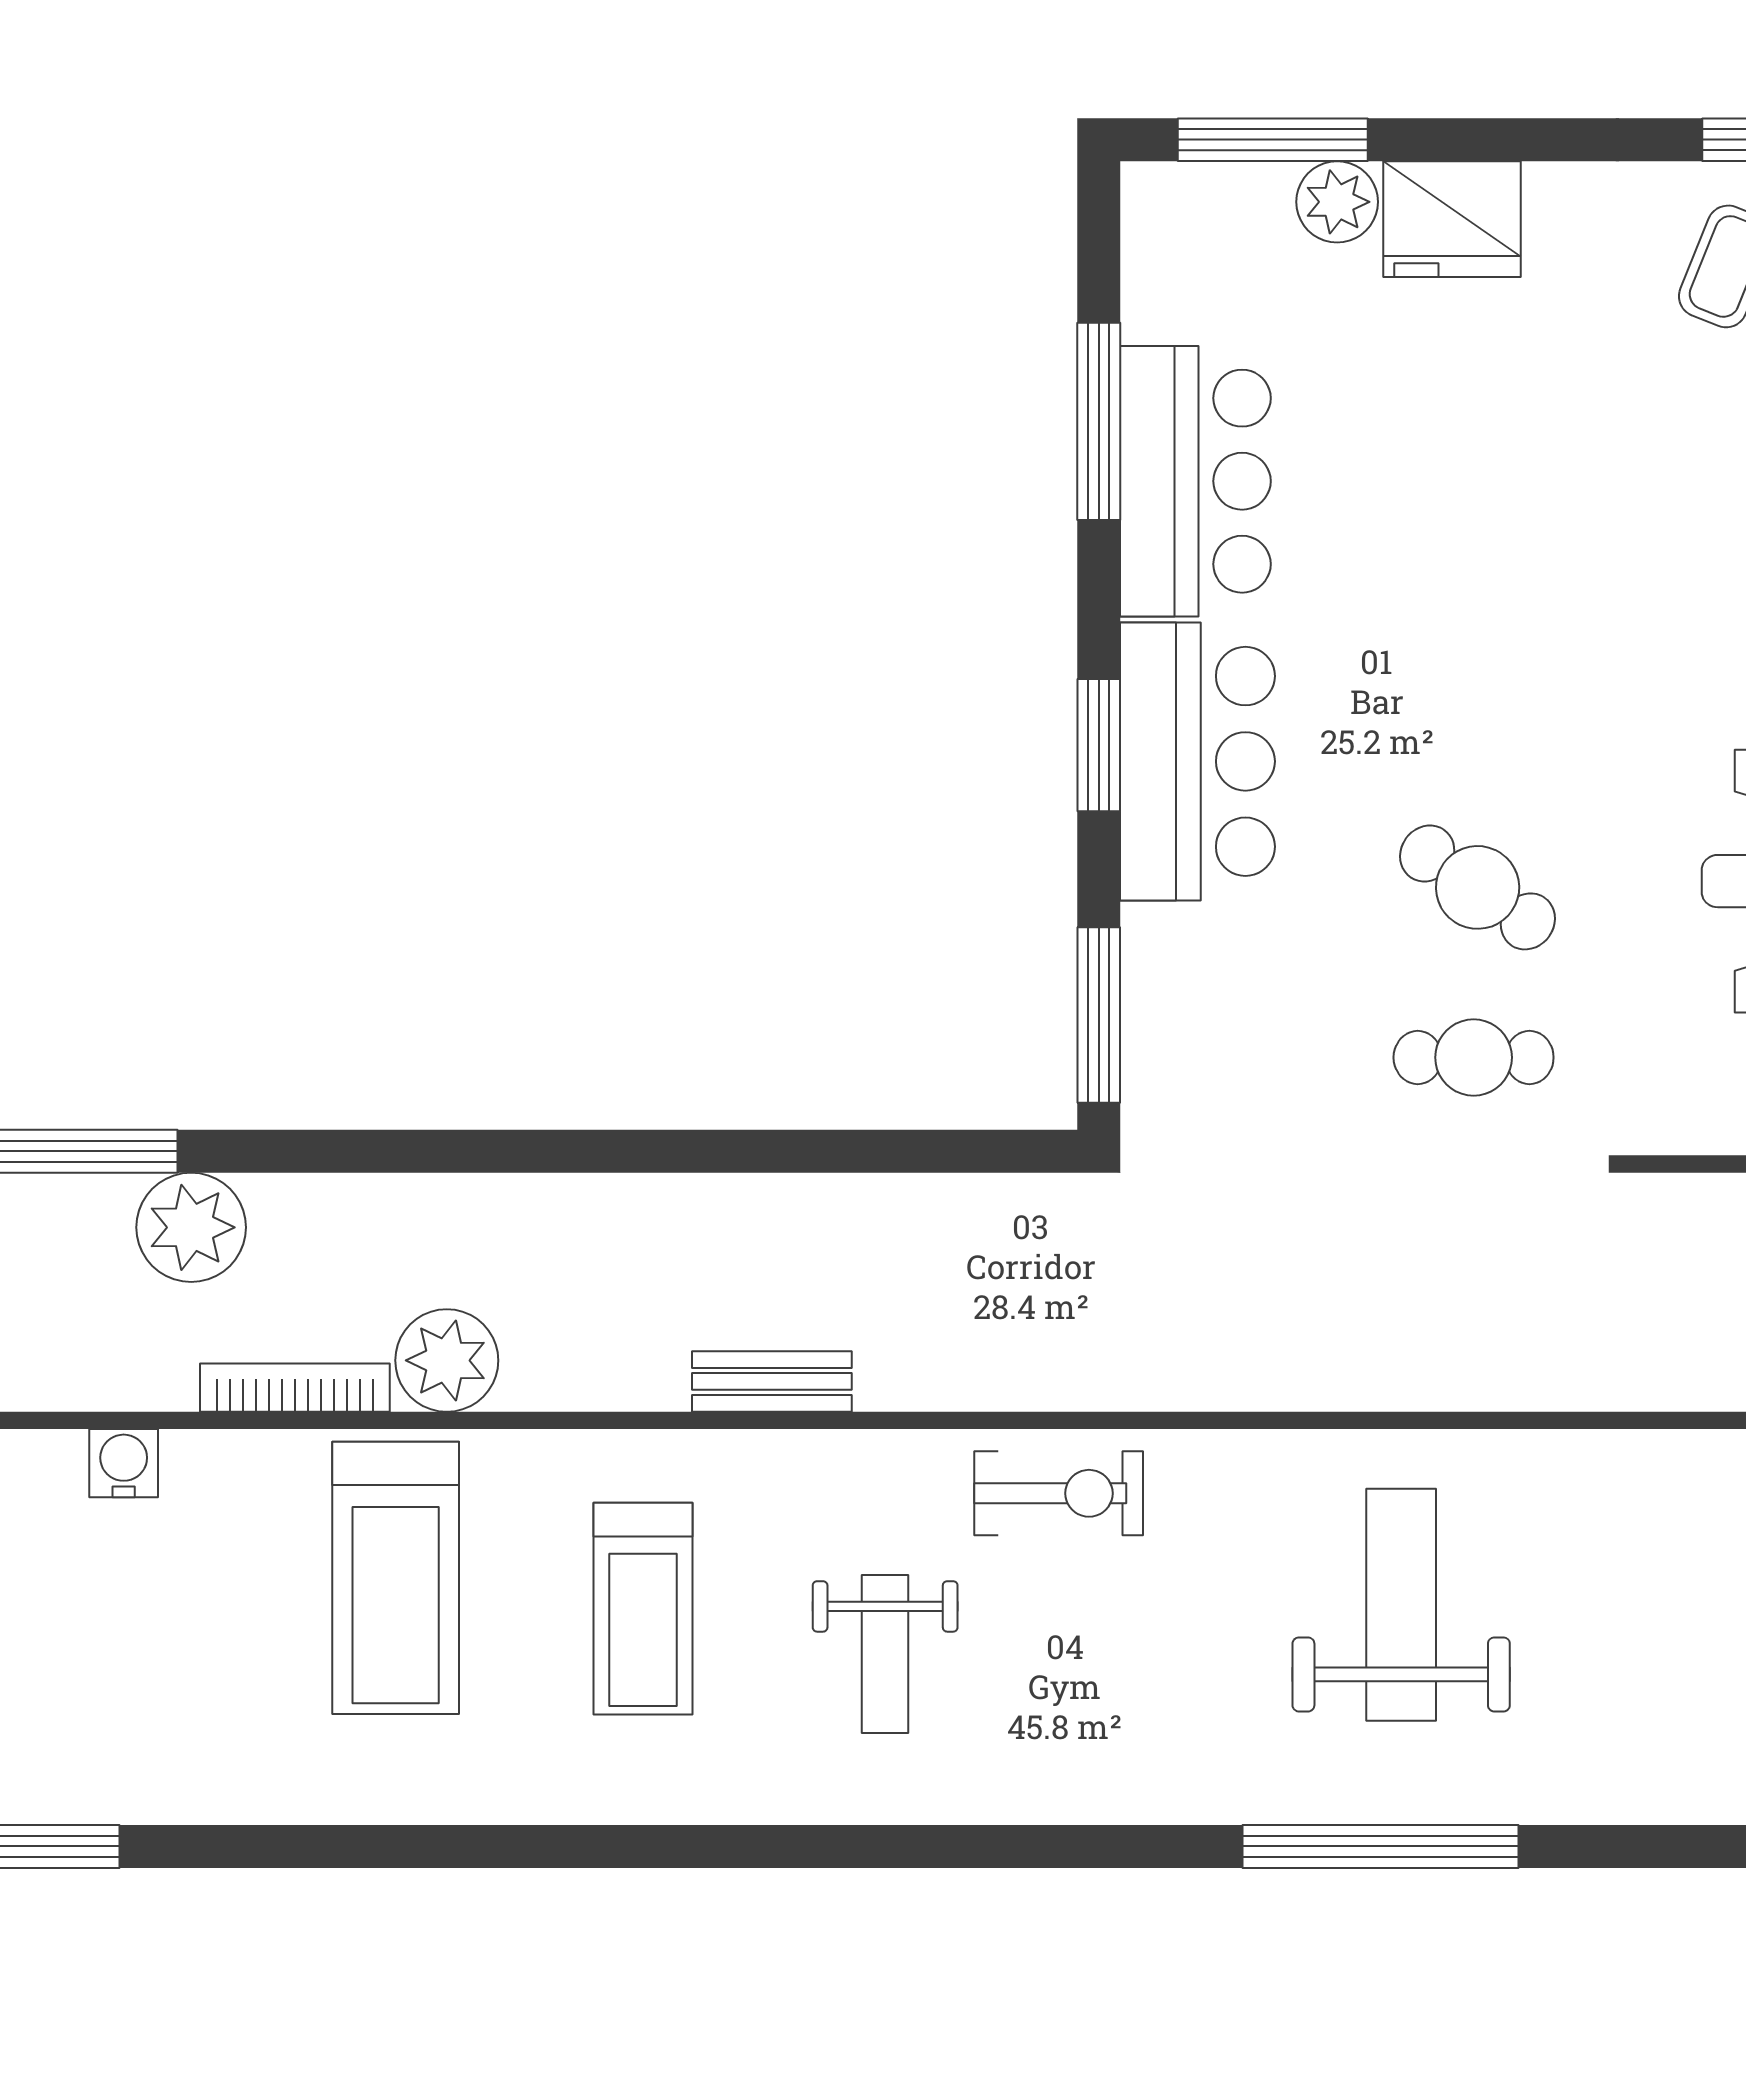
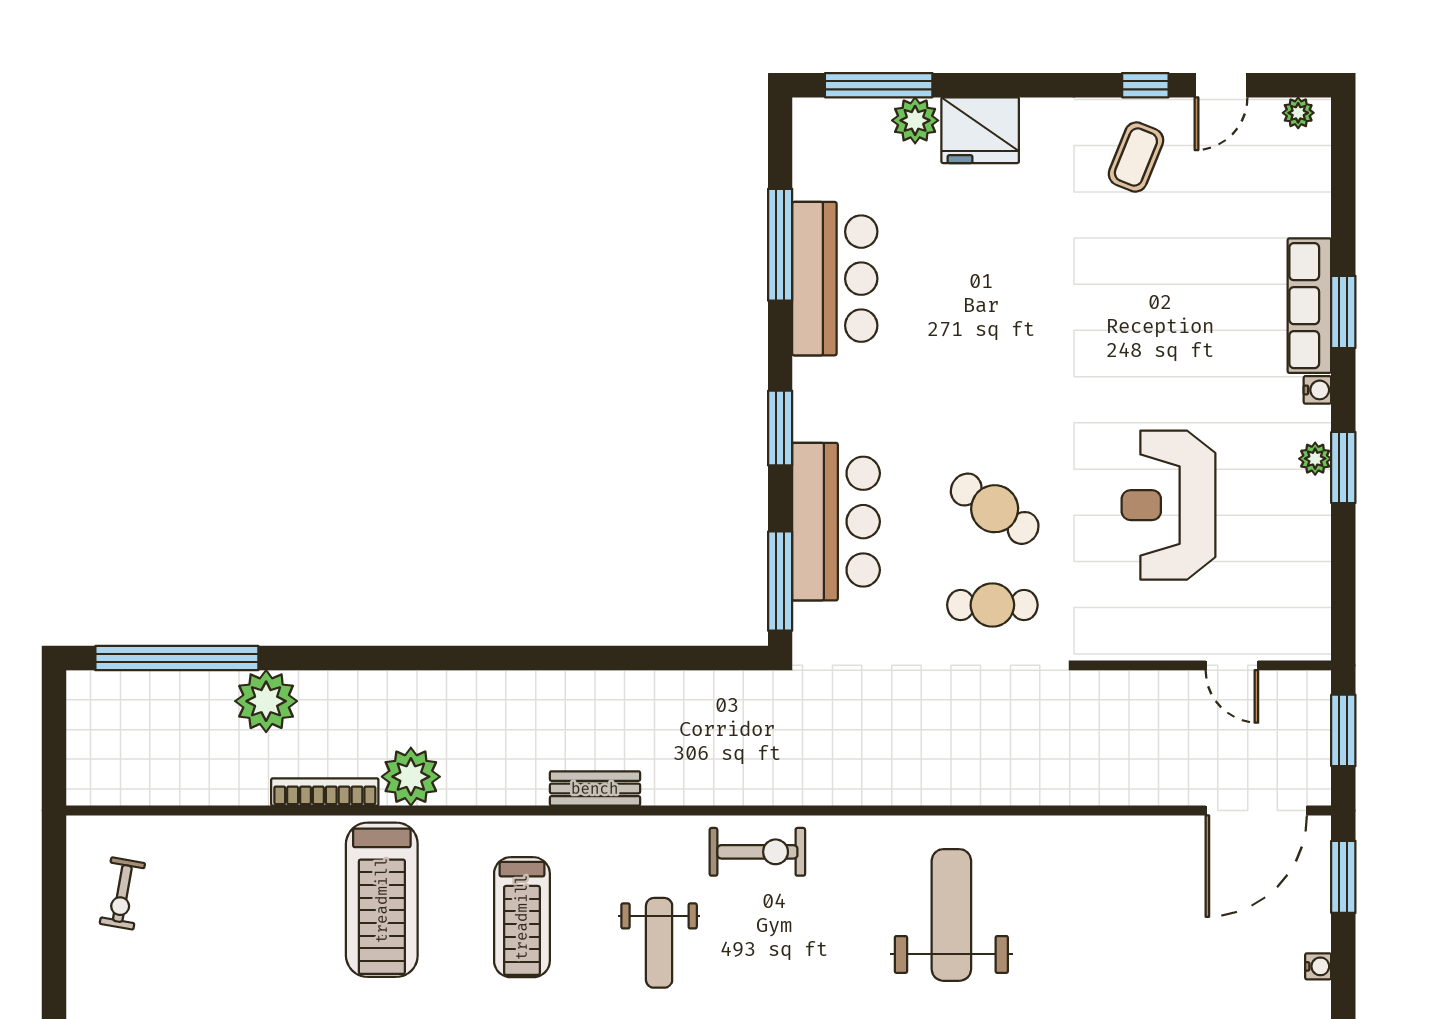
bar counter: (1197, 761) -> (836, 522), moved
water cooler: (124, 1463) -> (228, 835), removed

